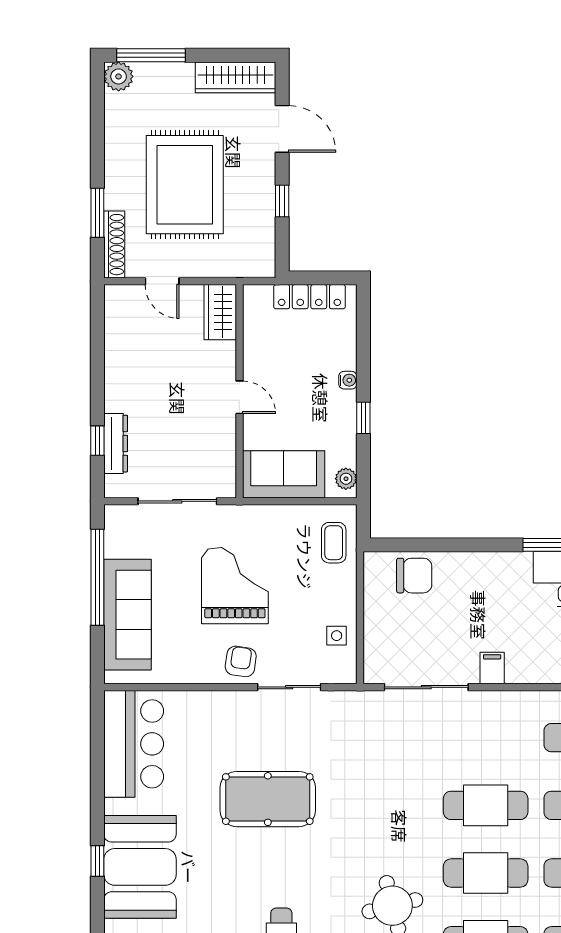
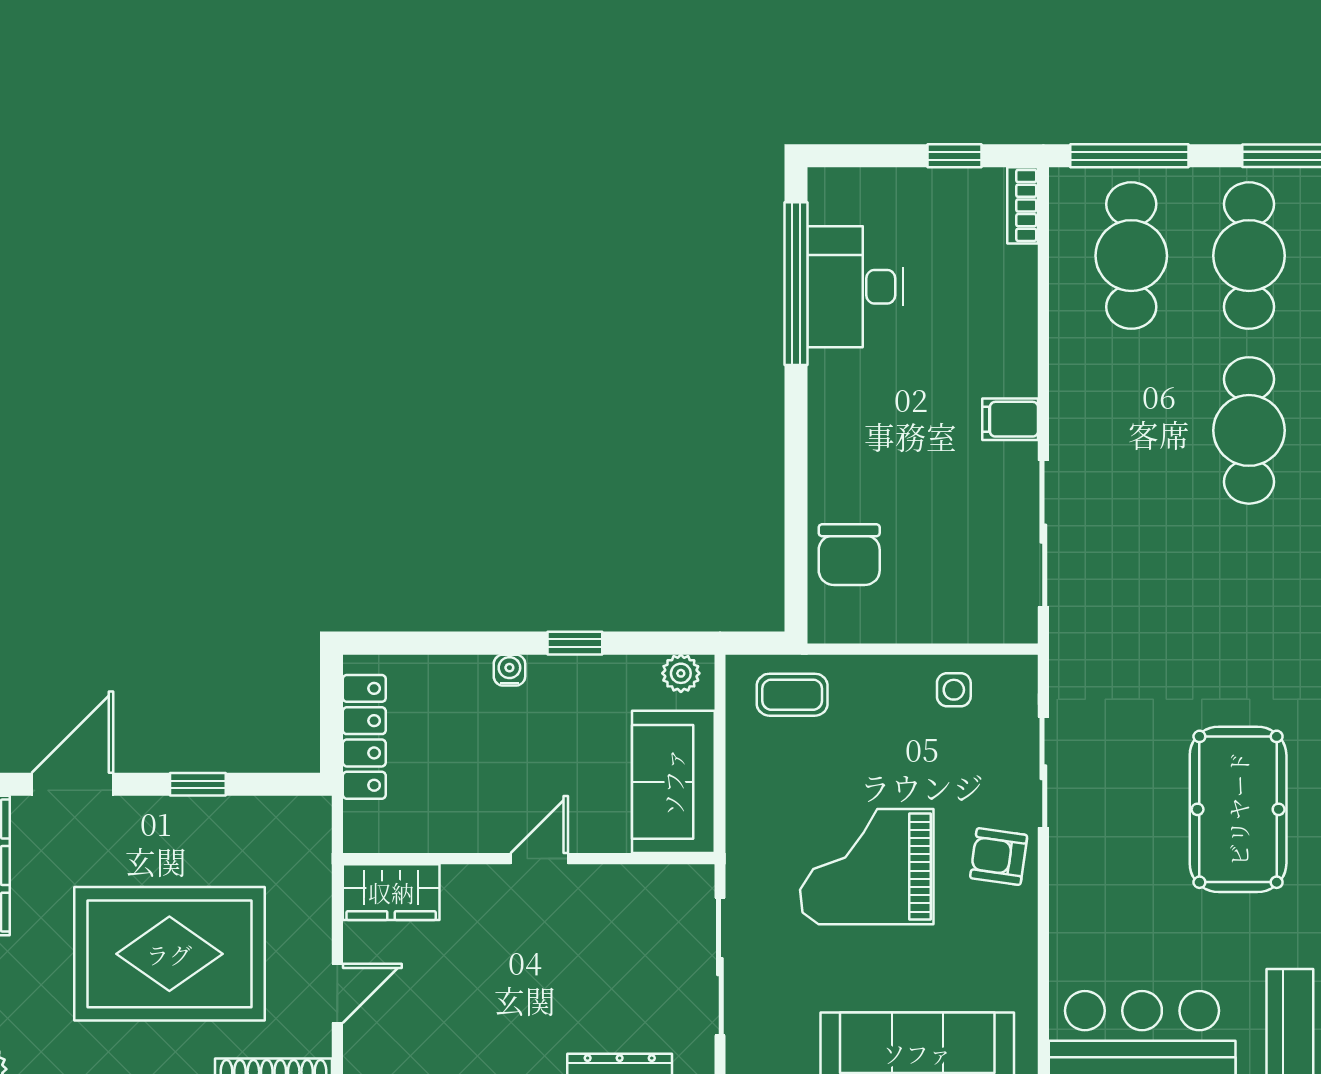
chair: (414, 576) -> (849, 555), turned 180

